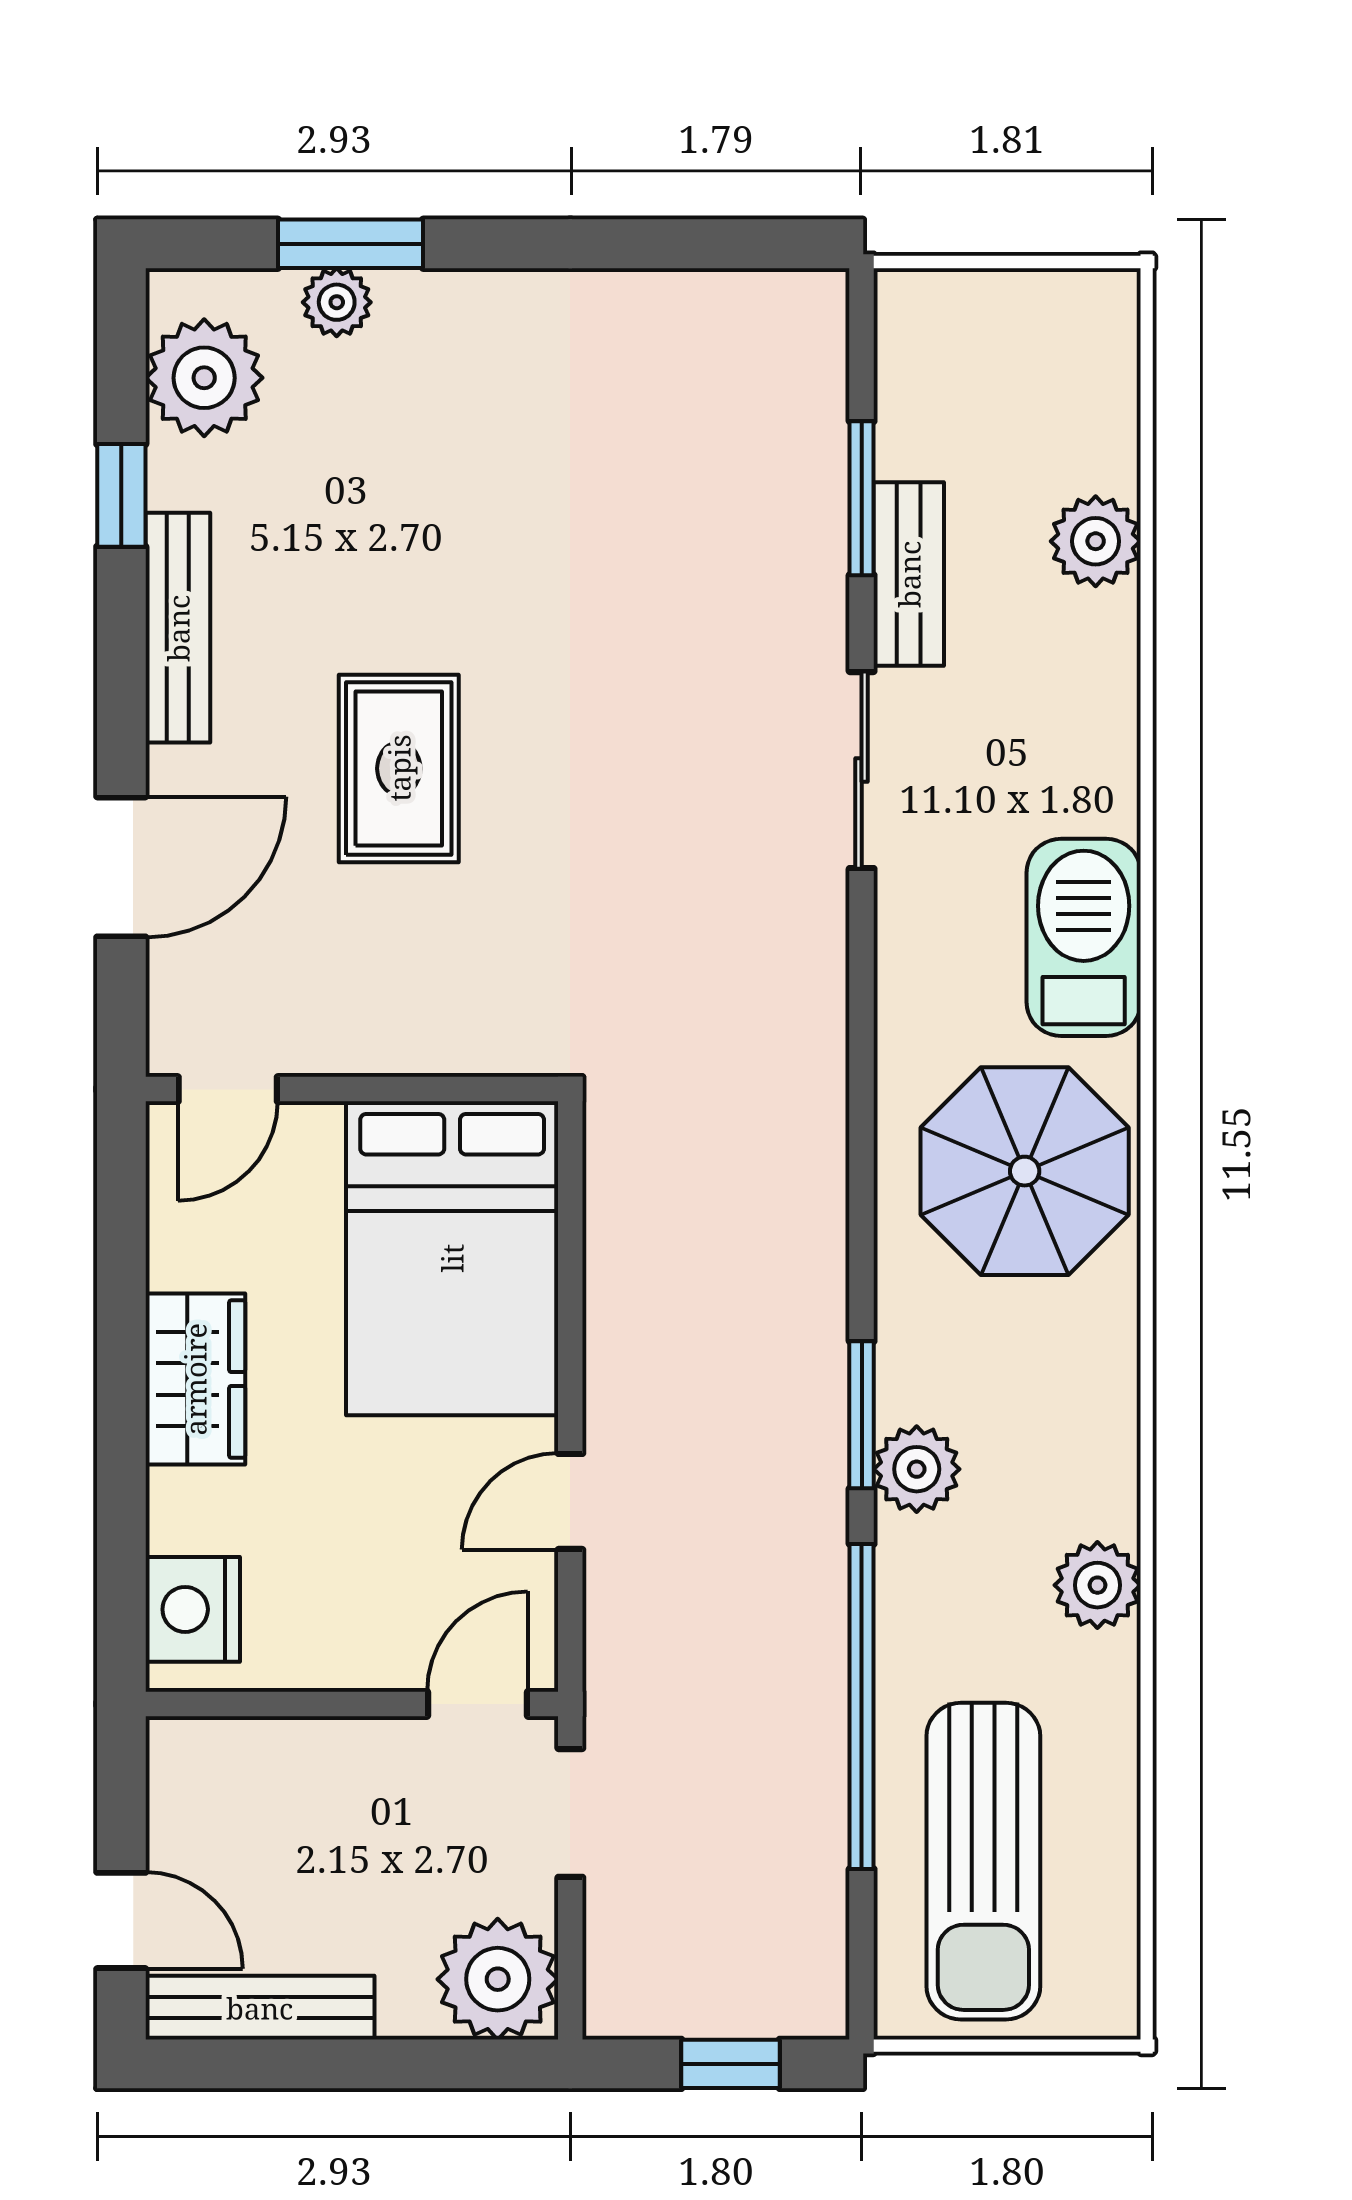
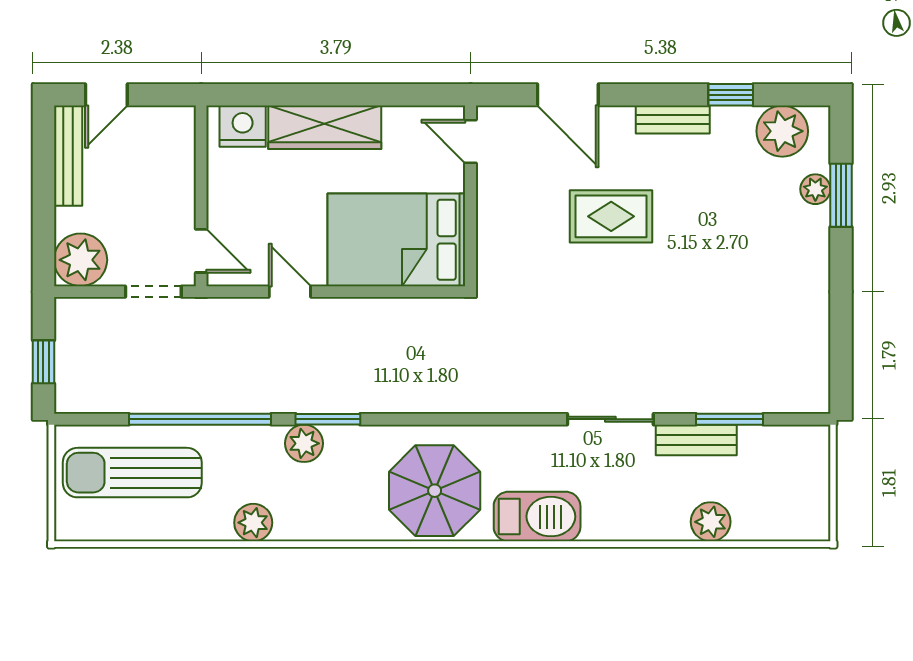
bench: (178, 628) -> (673, 120), width x0.73
wardrobe: (195, 1379) -> (325, 127), width x1.50

